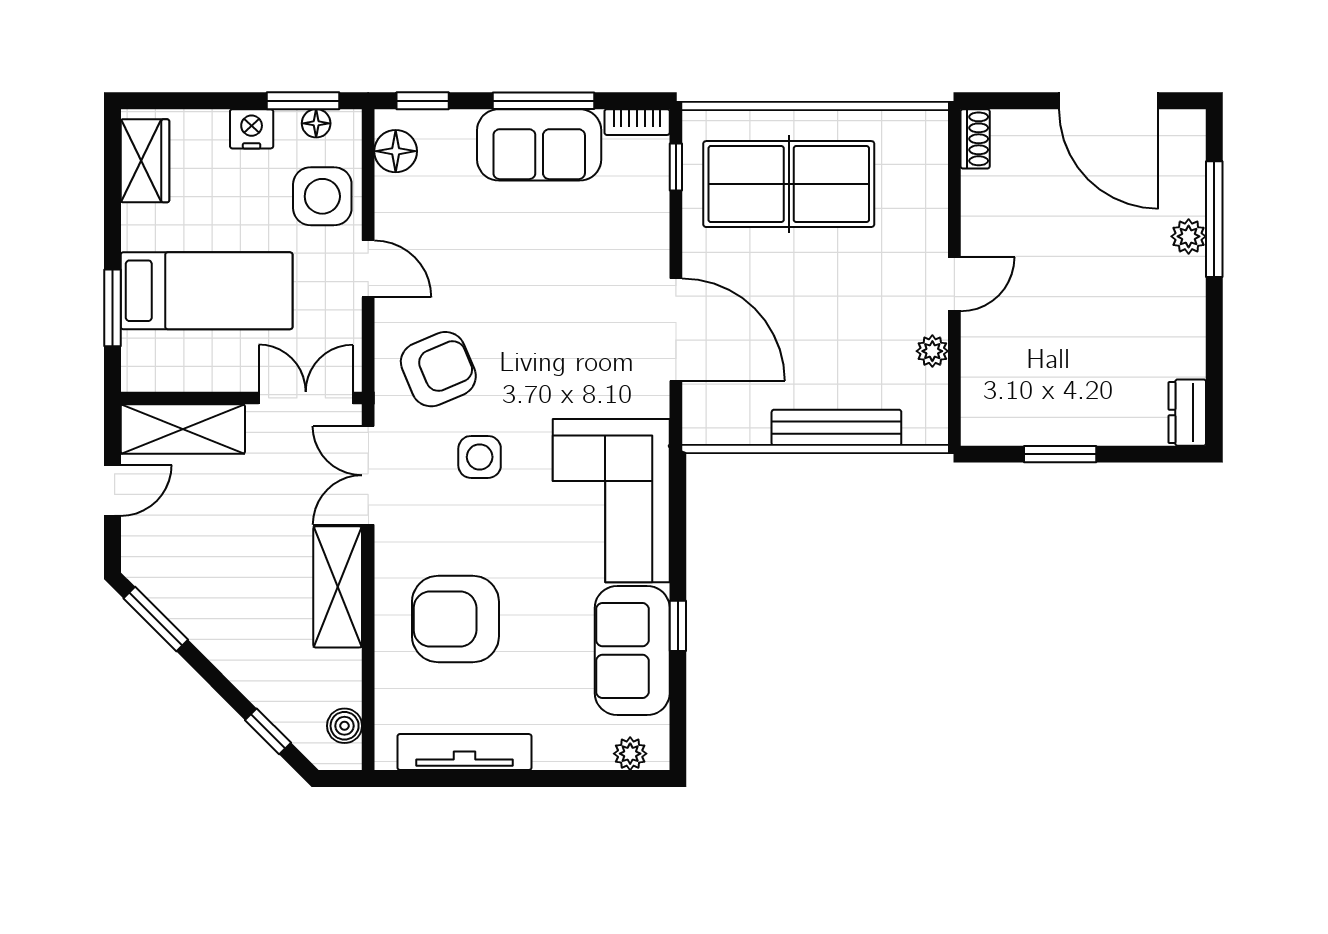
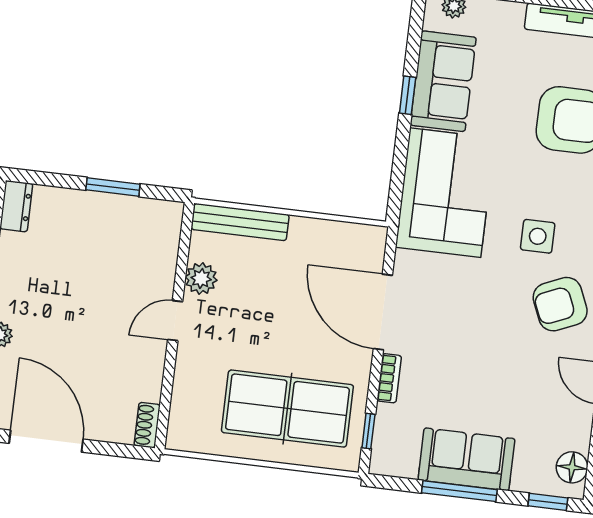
bookcase: (637, 122) -> (389, 378), moved, turned 90
plant: (932, 351) -> (201, 279), width x1.38, depth x1.38
bench: (836, 428) -> (240, 222), moved

